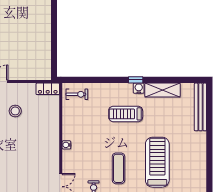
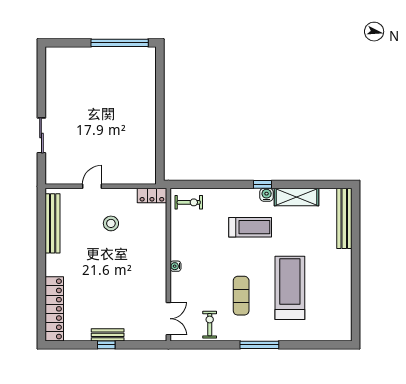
treadmill: (126, 114) -> (250, 227), turned 180

